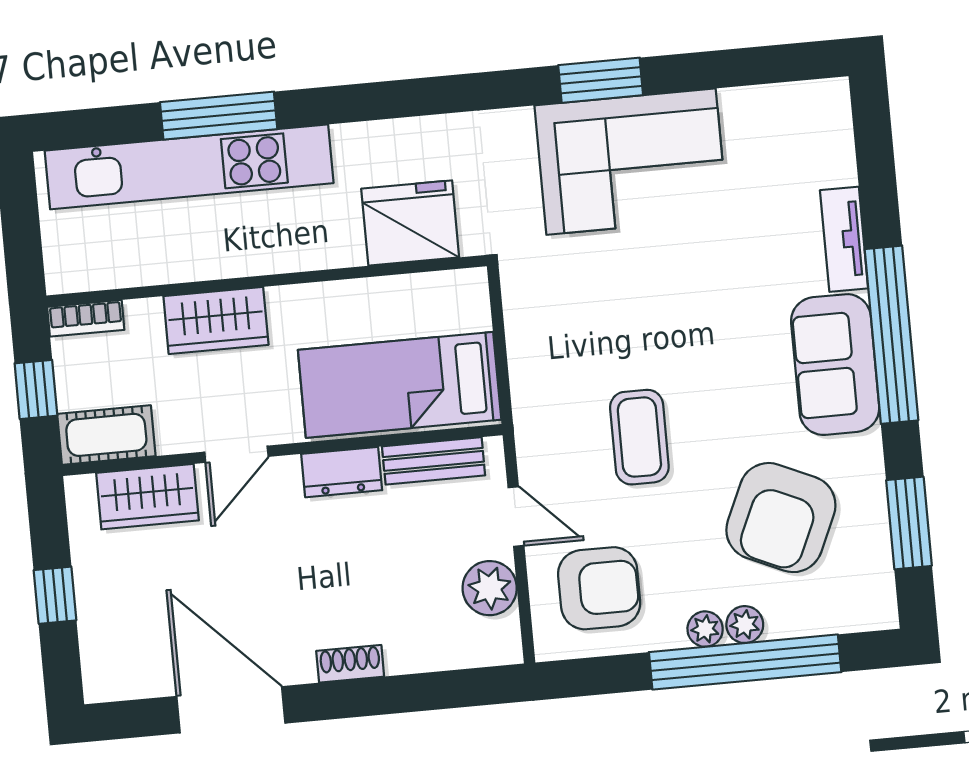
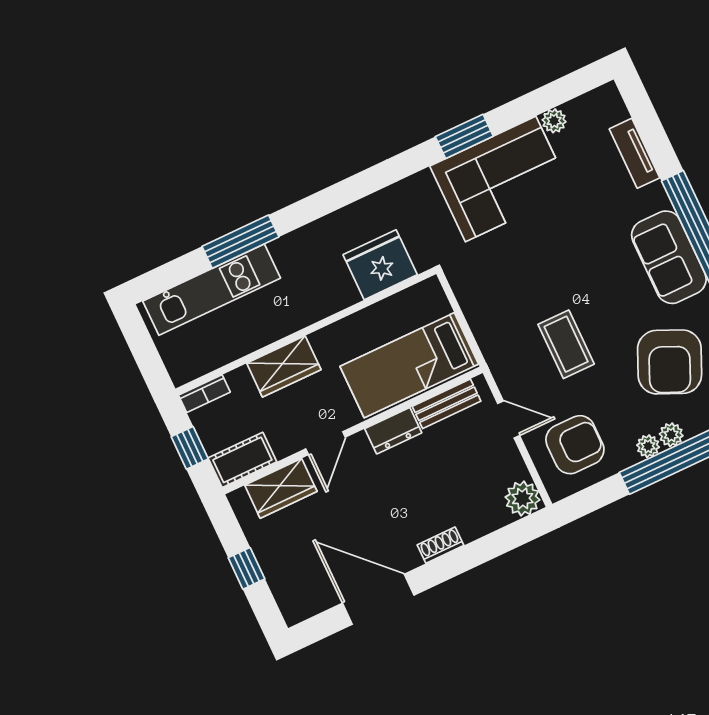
plant: (740, 105) -> (554, 121), added
kitchen unit: (189, 167) -> (212, 290), width x0.73
tv unit: (844, 239) -> (635, 153), moved
plant: (490, 588) -> (523, 499), moved

